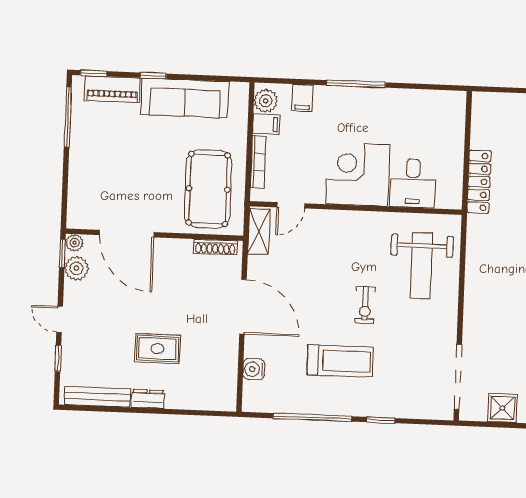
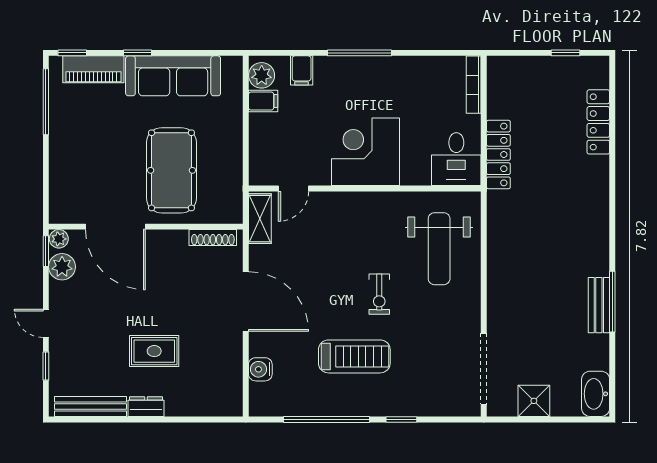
bookcase: (258, 162) -> (474, 85), moved, turned 180
desk: (413, 183) -> (456, 159), moved
pool table: (208, 189) -> (171, 170), moved

